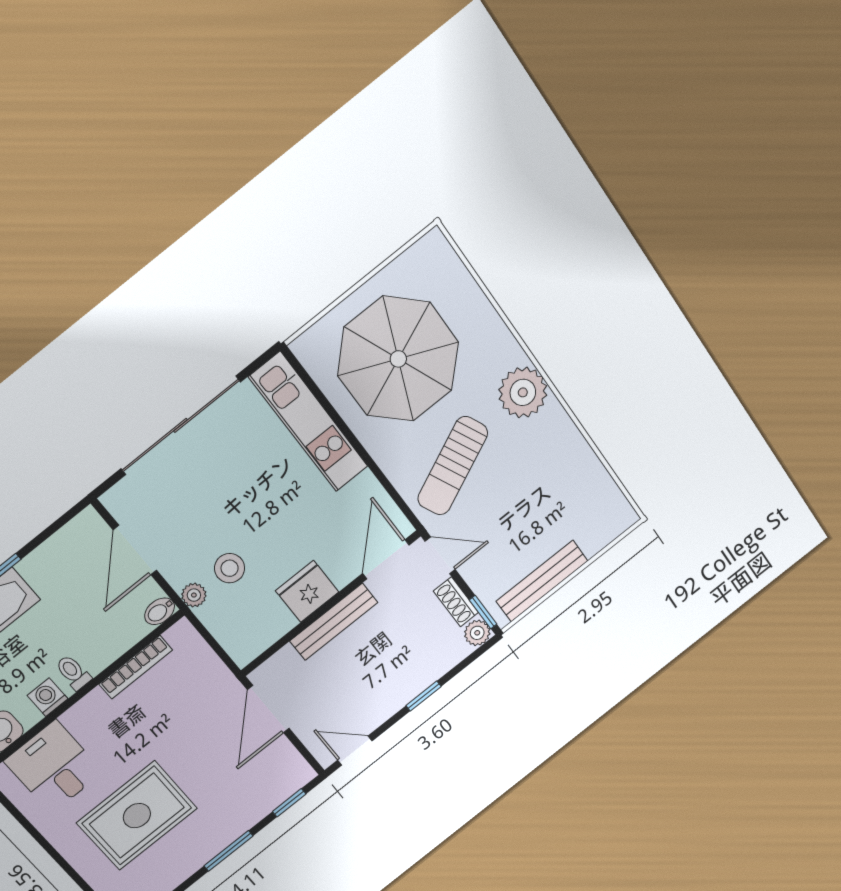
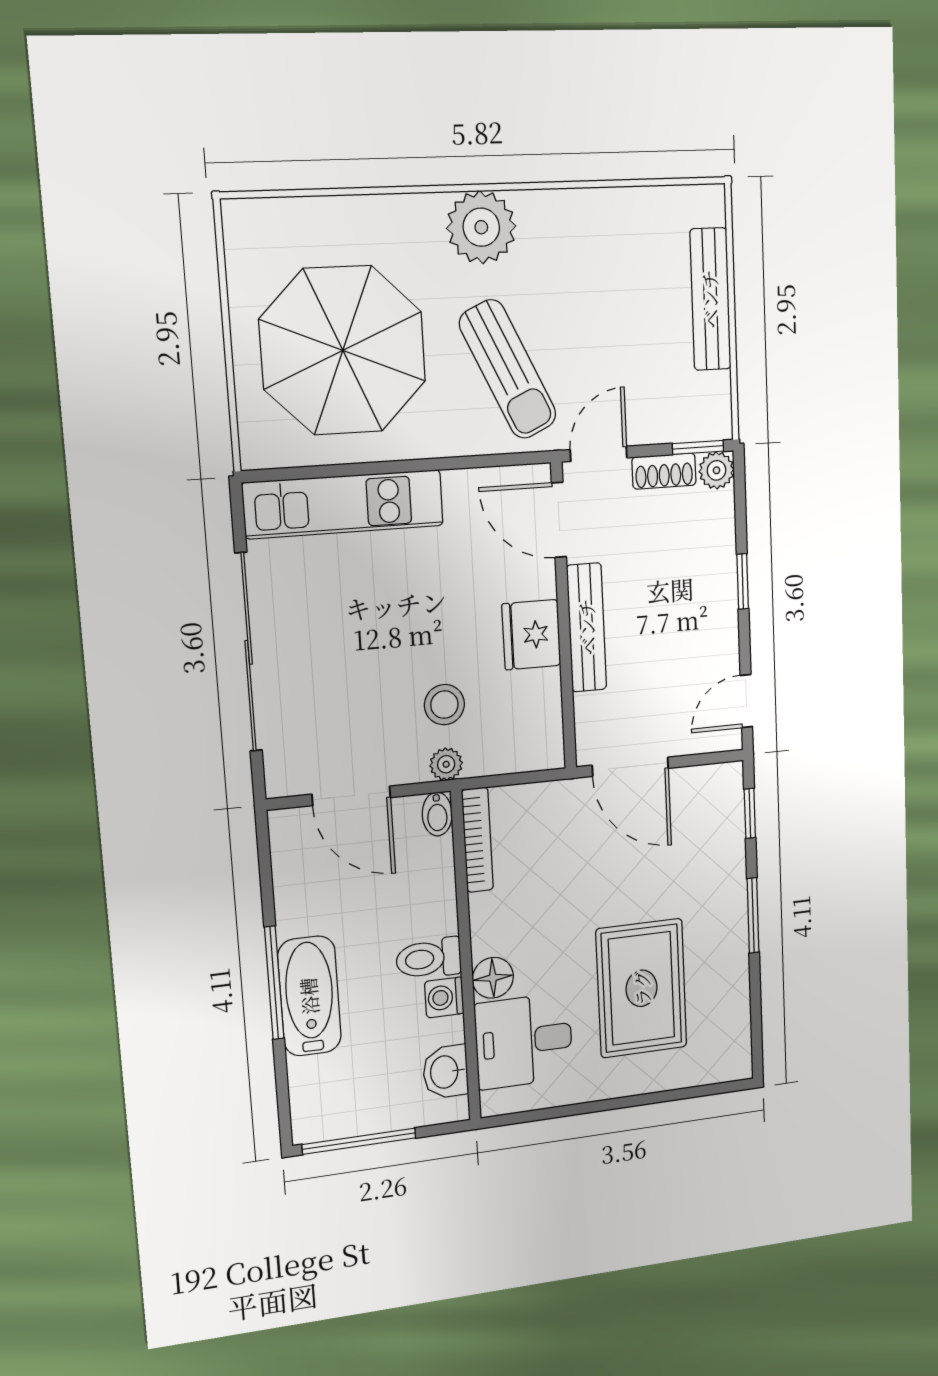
bench: (542, 581) -> (710, 299), moved
bookcase: (136, 667) -> (477, 840), moved
toilet: (73, 672) -> (429, 958), width x1.37, depth x1.39
floor lamp: (81, 719) -> (493, 978), added

